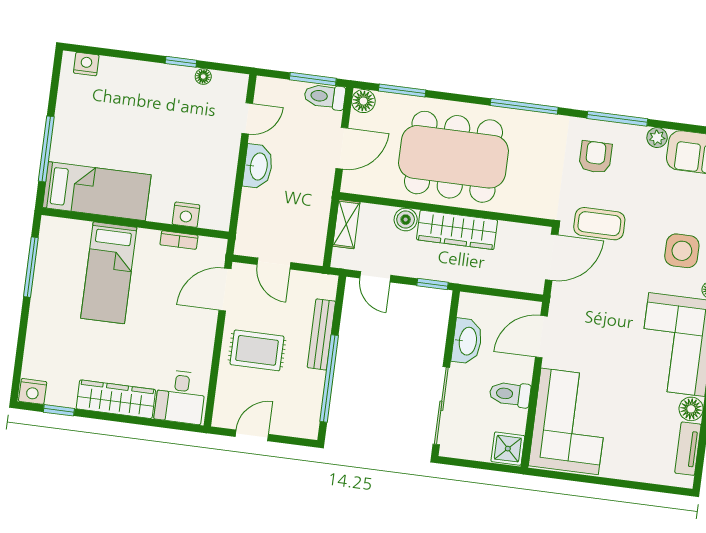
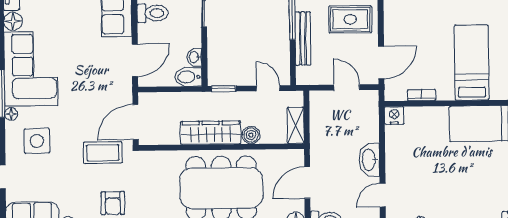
nightstand: (186, 215) -> (394, 115), moved
bidet: (476, 306) -> (188, 77), added
washbasin: (467, 341) -> (194, 57), width x0.52, depth x0.69

